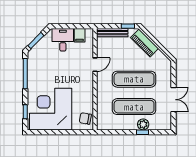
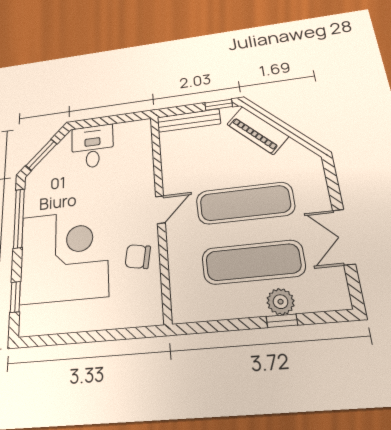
filing cabinet: (80, 35) -> (125, 134), removed
door: (95, 65) -> (160, 210), moved
double door: (174, 100) -> (344, 237), swing flipped
corner desk: (51, 109) -> (64, 256), moved, turned 90
chair: (85, 118) -> (138, 257), moved

